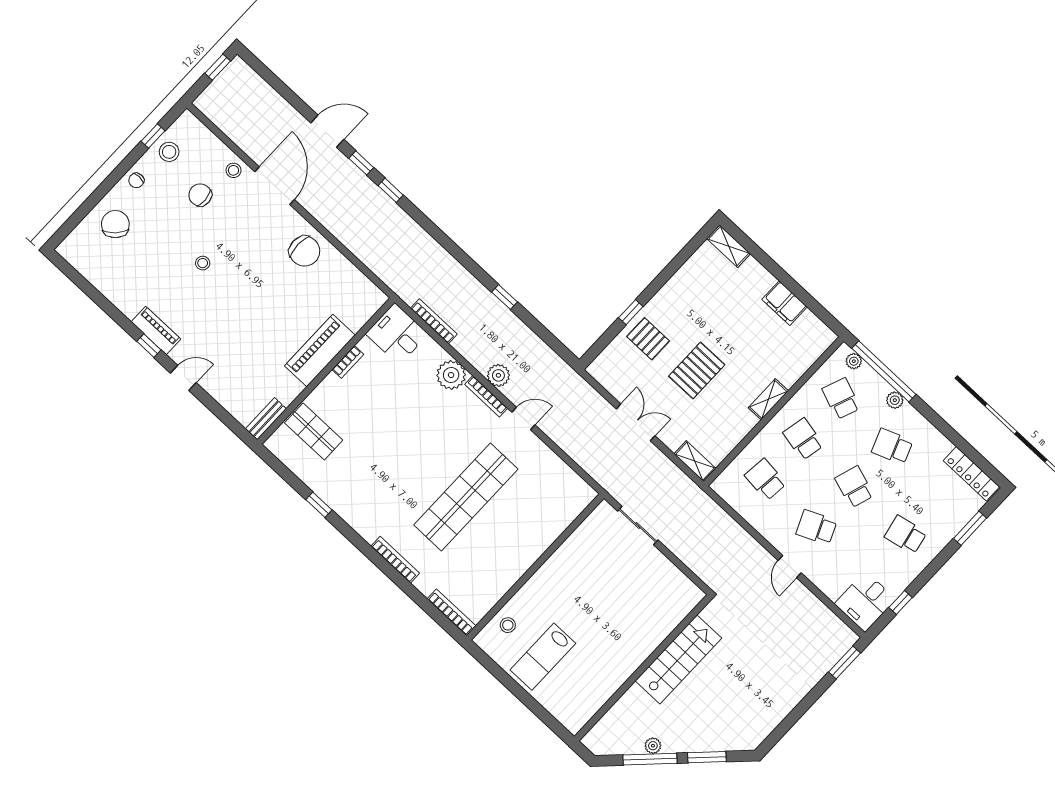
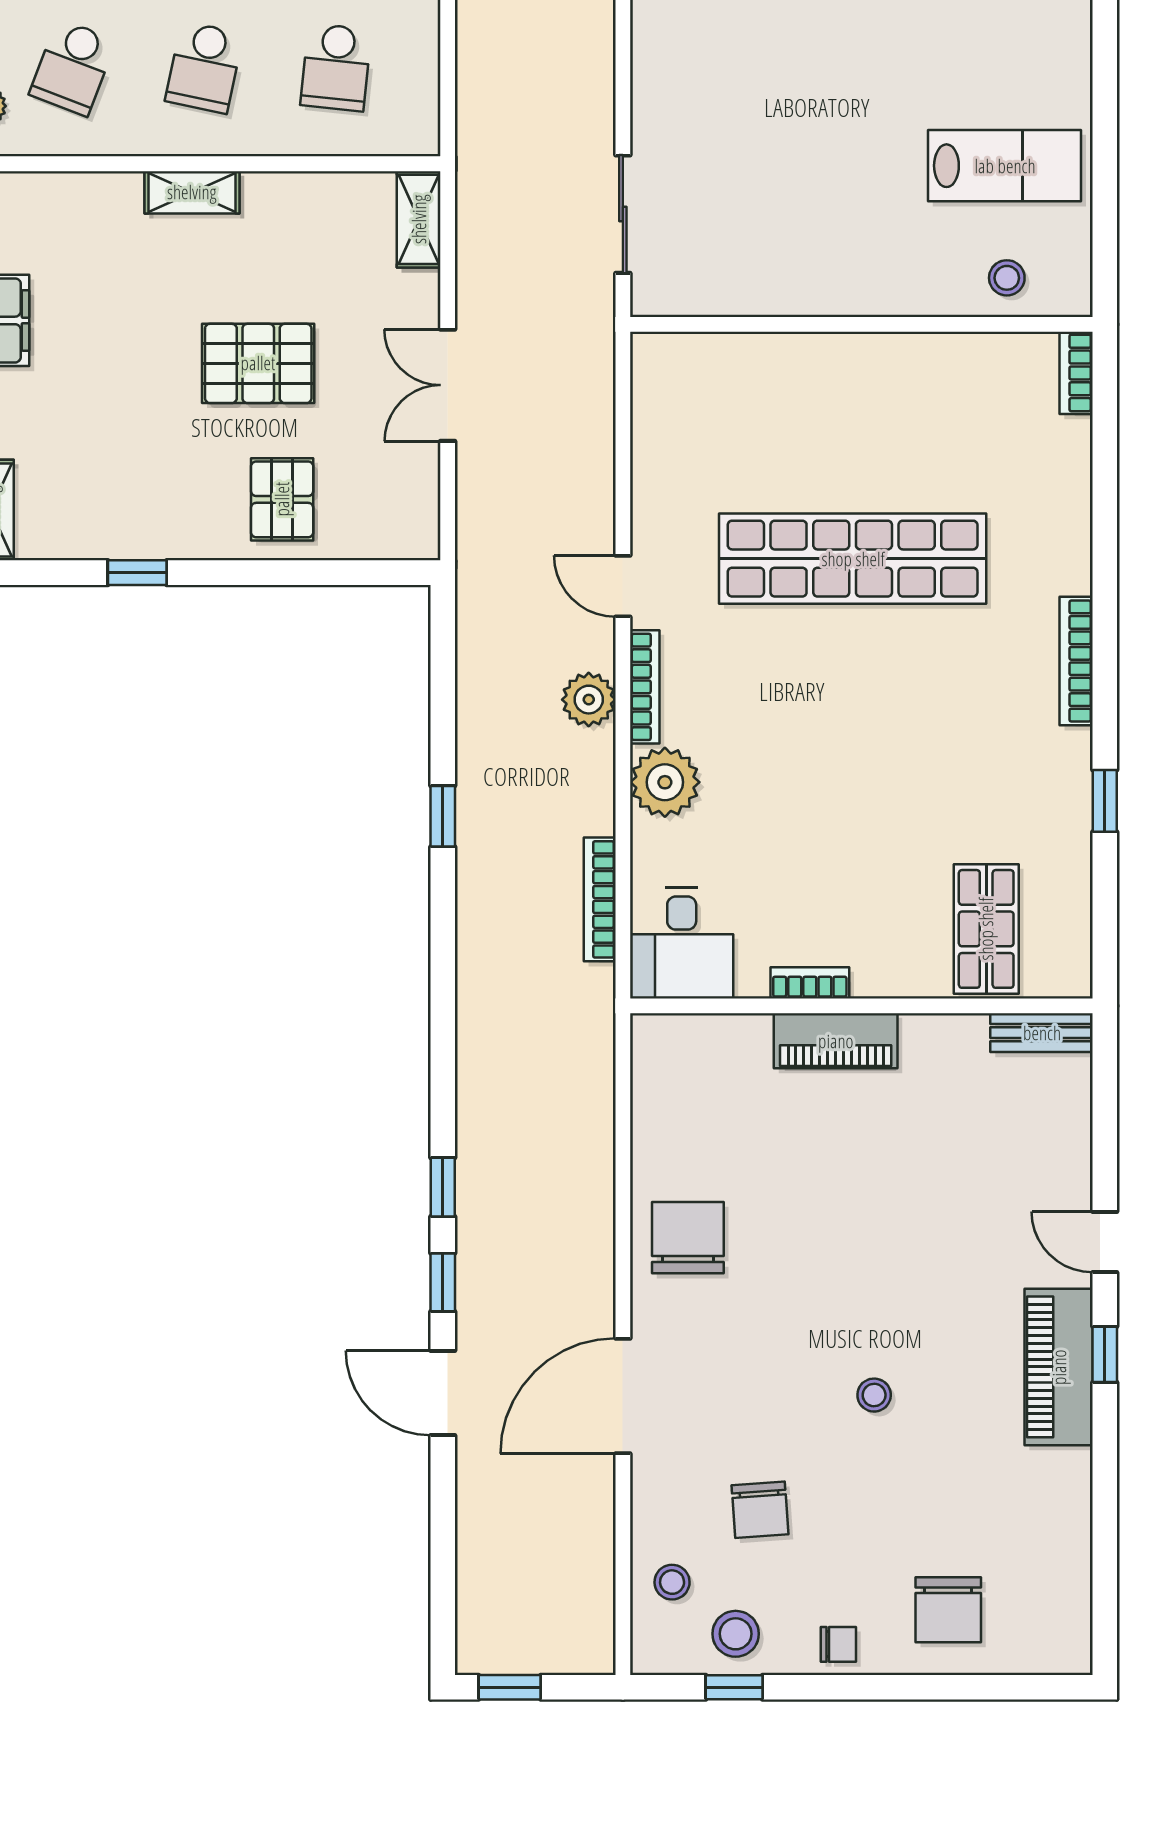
stool: (233, 170) -> (672, 1582), moved
chair: (115, 224) -> (948, 1610), turned -45
window: (631, 312) -> (137, 573), moved
piano: (156, 330) -> (1059, 1367), width x1.37, depth x1.33
piano: (320, 351) -> (836, 1041), width x0.73, depth x0.75
bookcase: (395, 560) -> (1076, 661), moved
bookcase: (451, 612) -> (1076, 373), width x0.64

